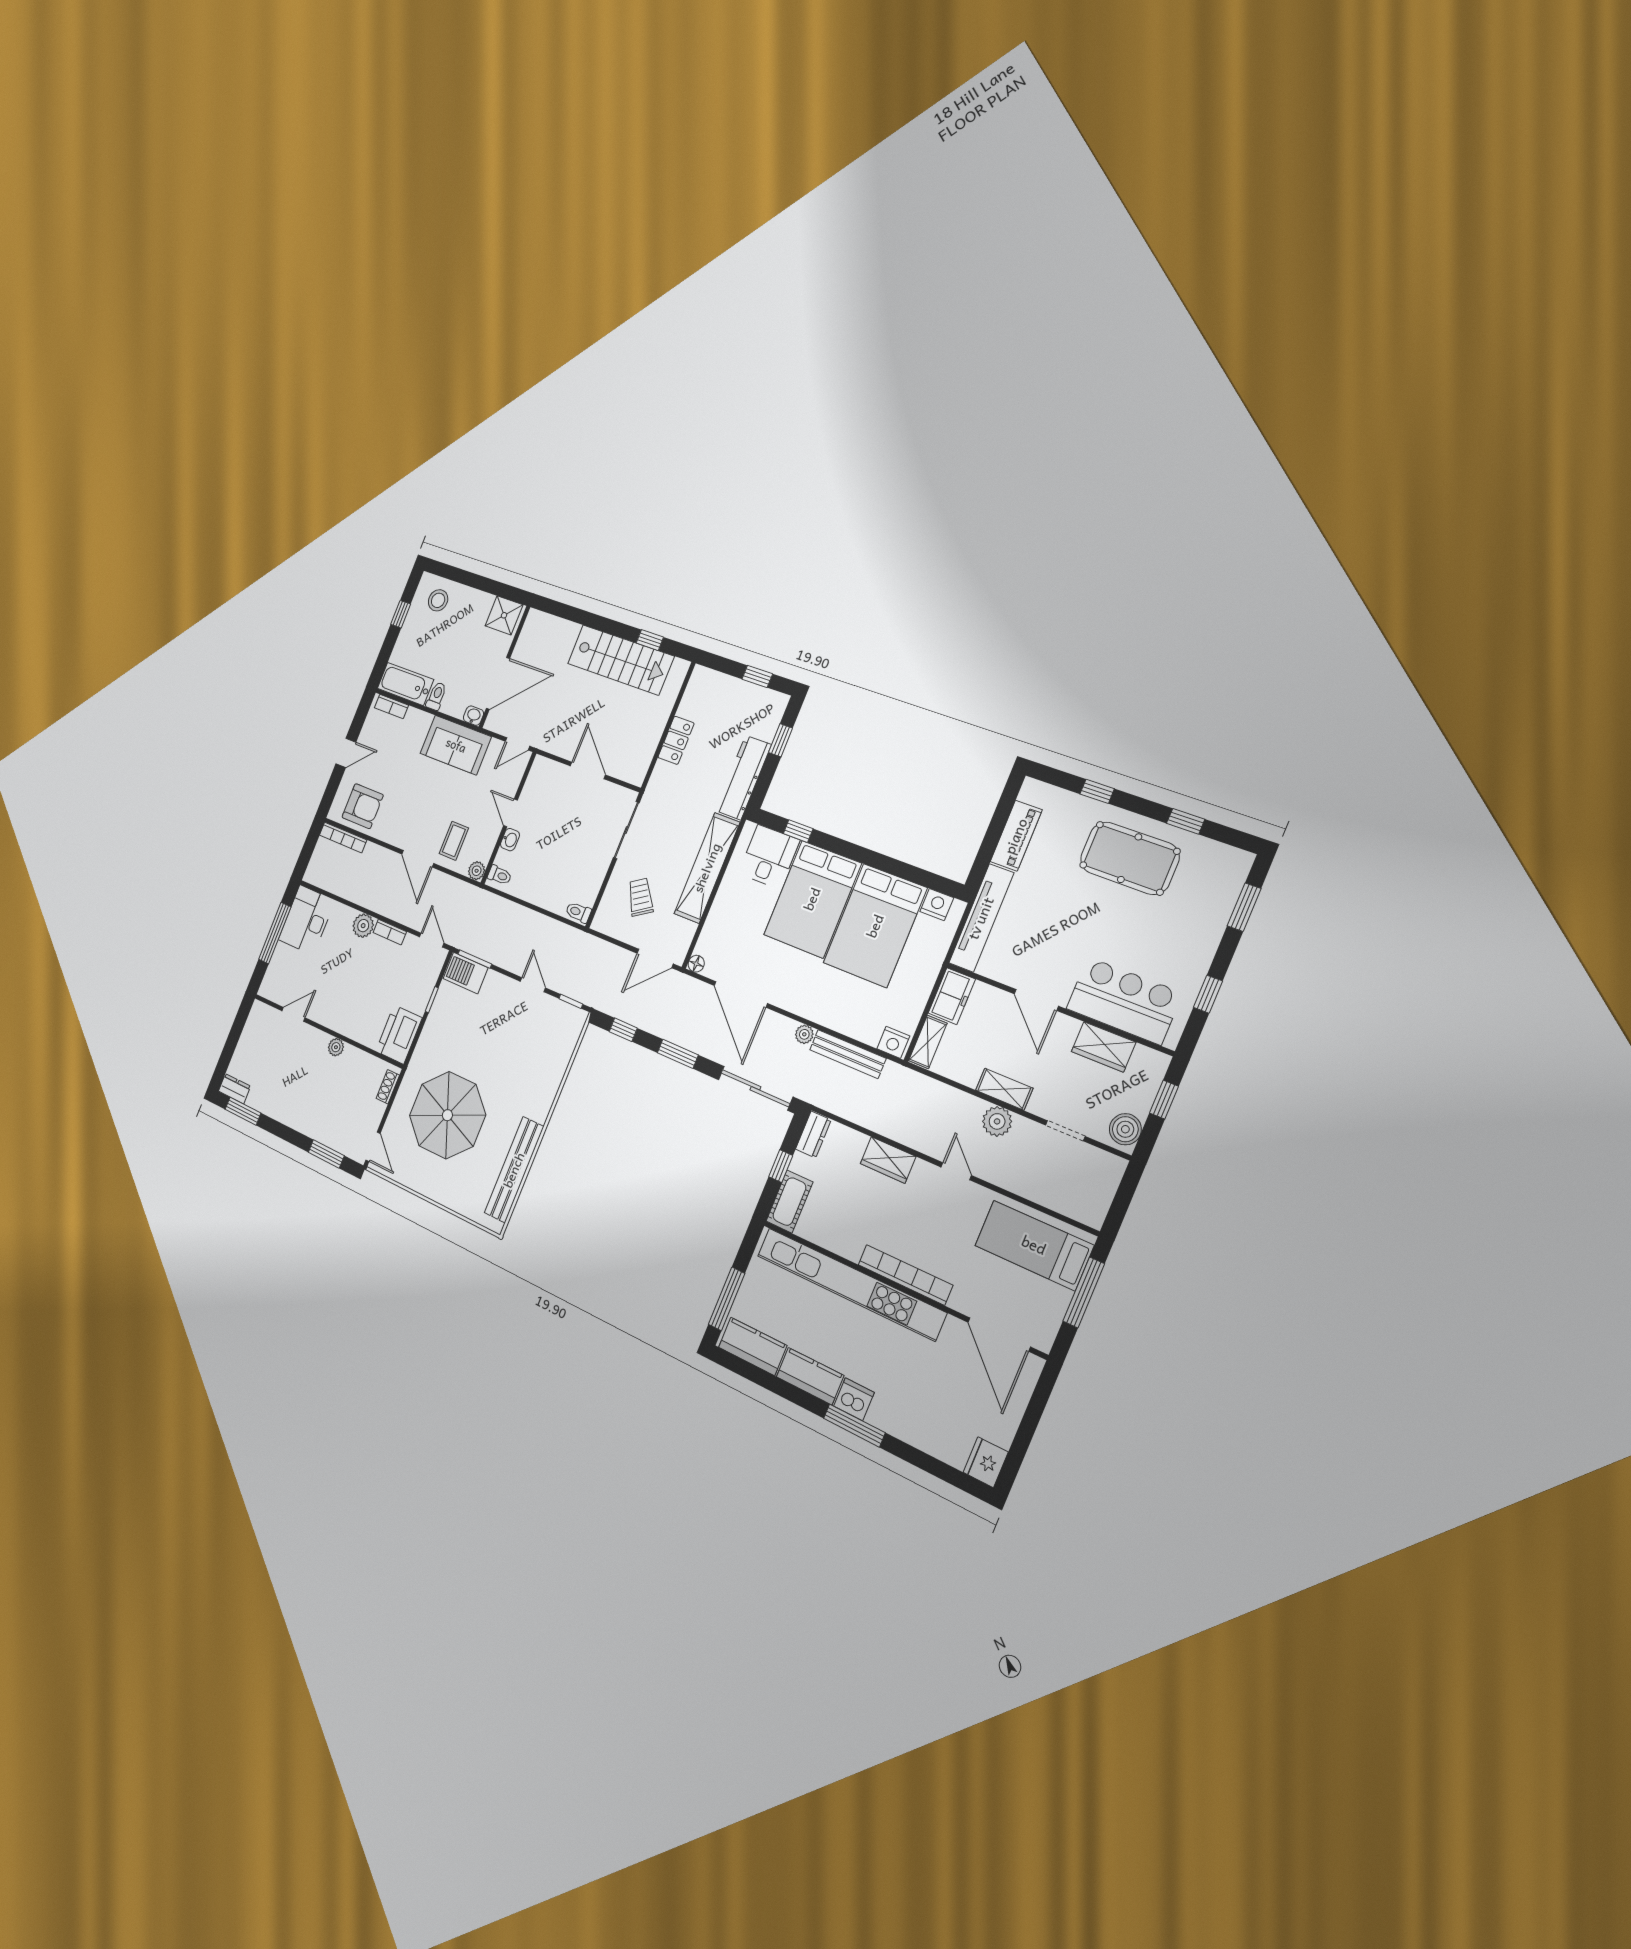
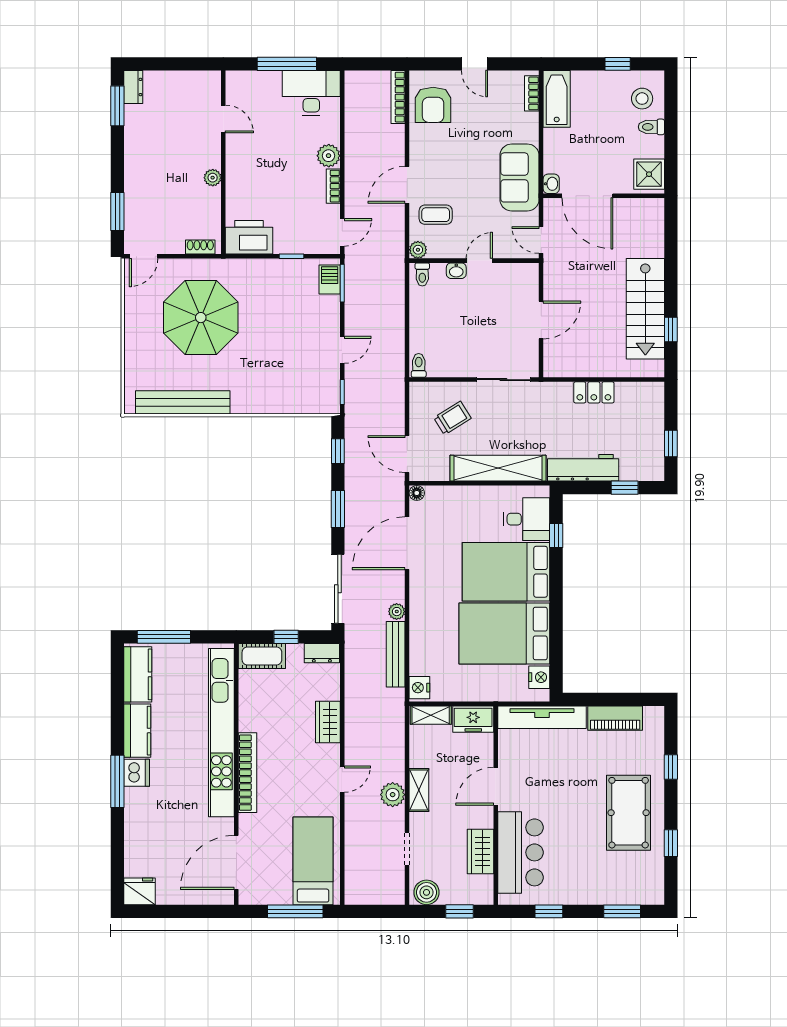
toilet: (436, 696) -> (651, 127), moved, turned 180
barbecue: (465, 973) -> (330, 279), width x0.73, depth x0.79

